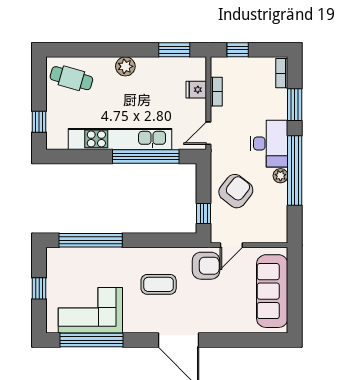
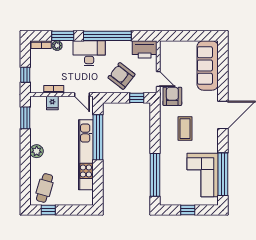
window: (39, 122) -> (48, 210), moved
plant: (280, 176) -> (57, 46), moved
printer: (275, 225) -> (145, 49), added
sofa: (272, 291) -> (208, 65), moved, turned 90

